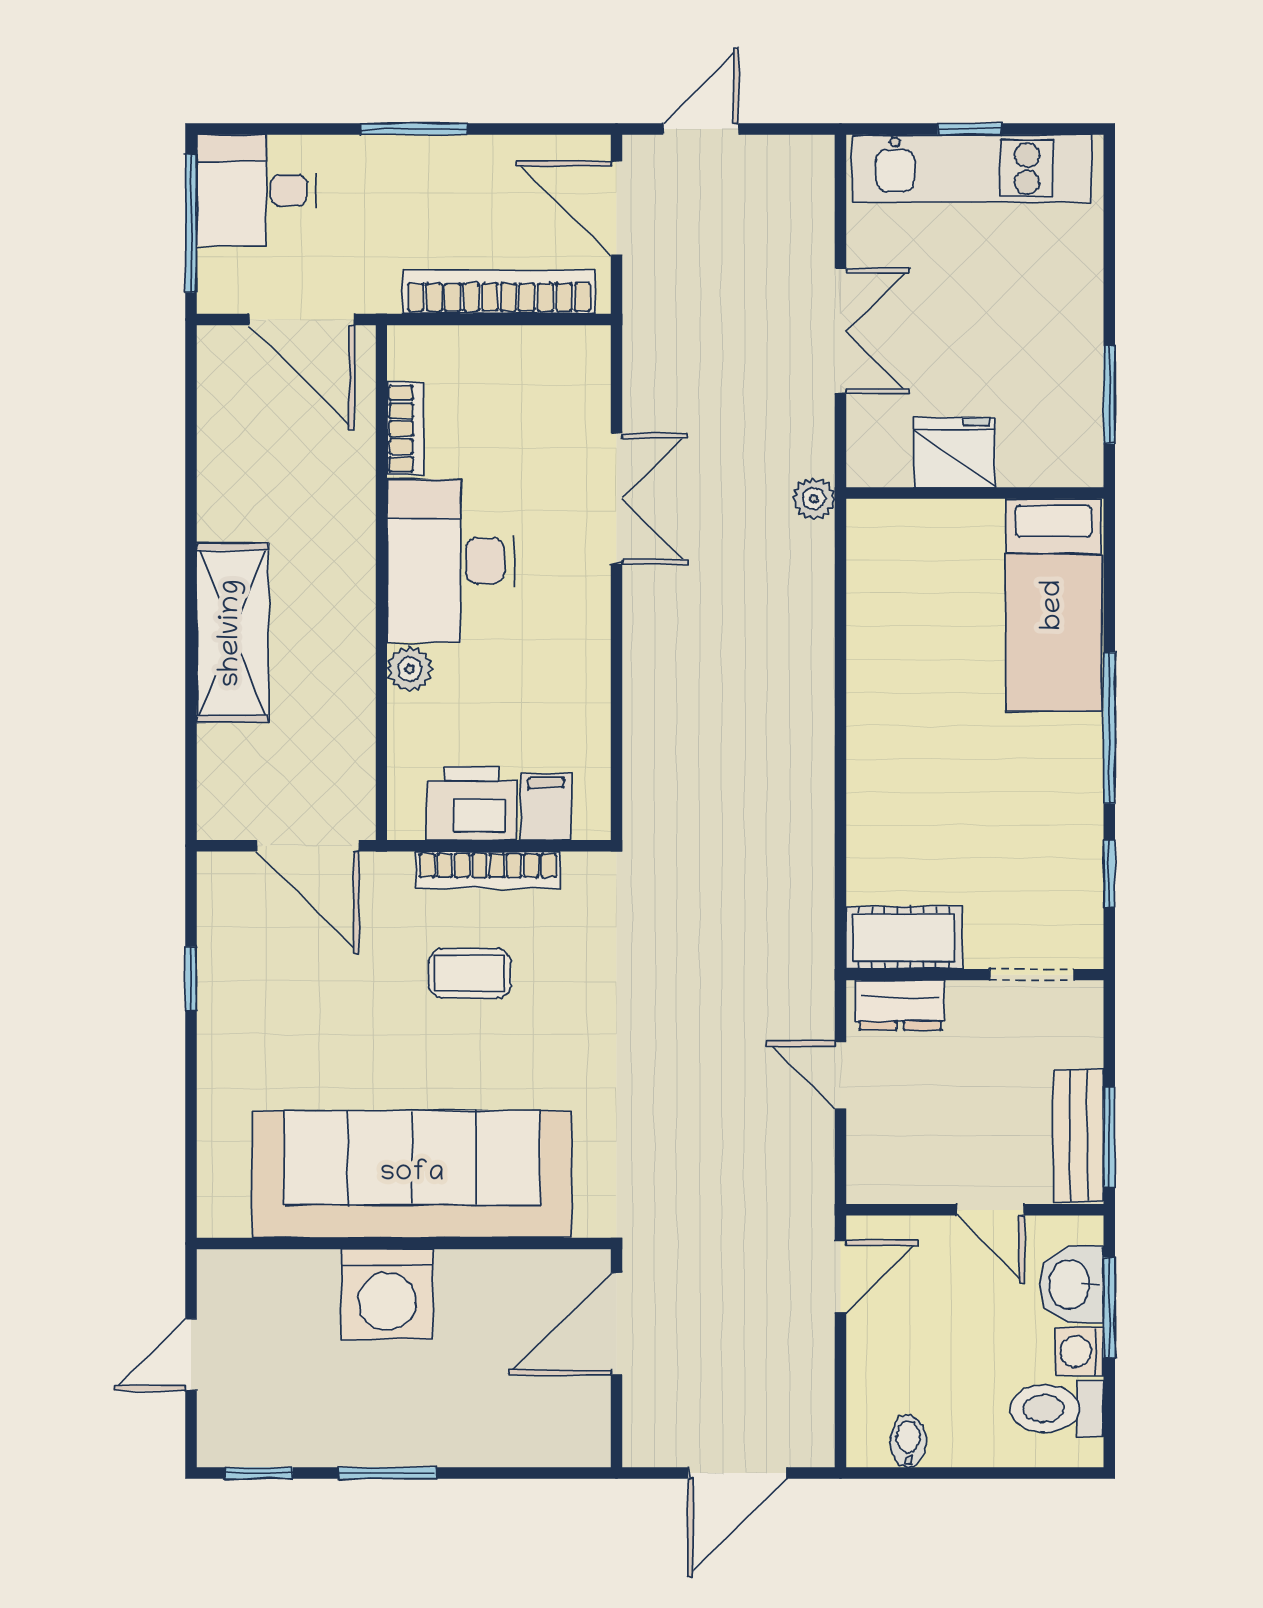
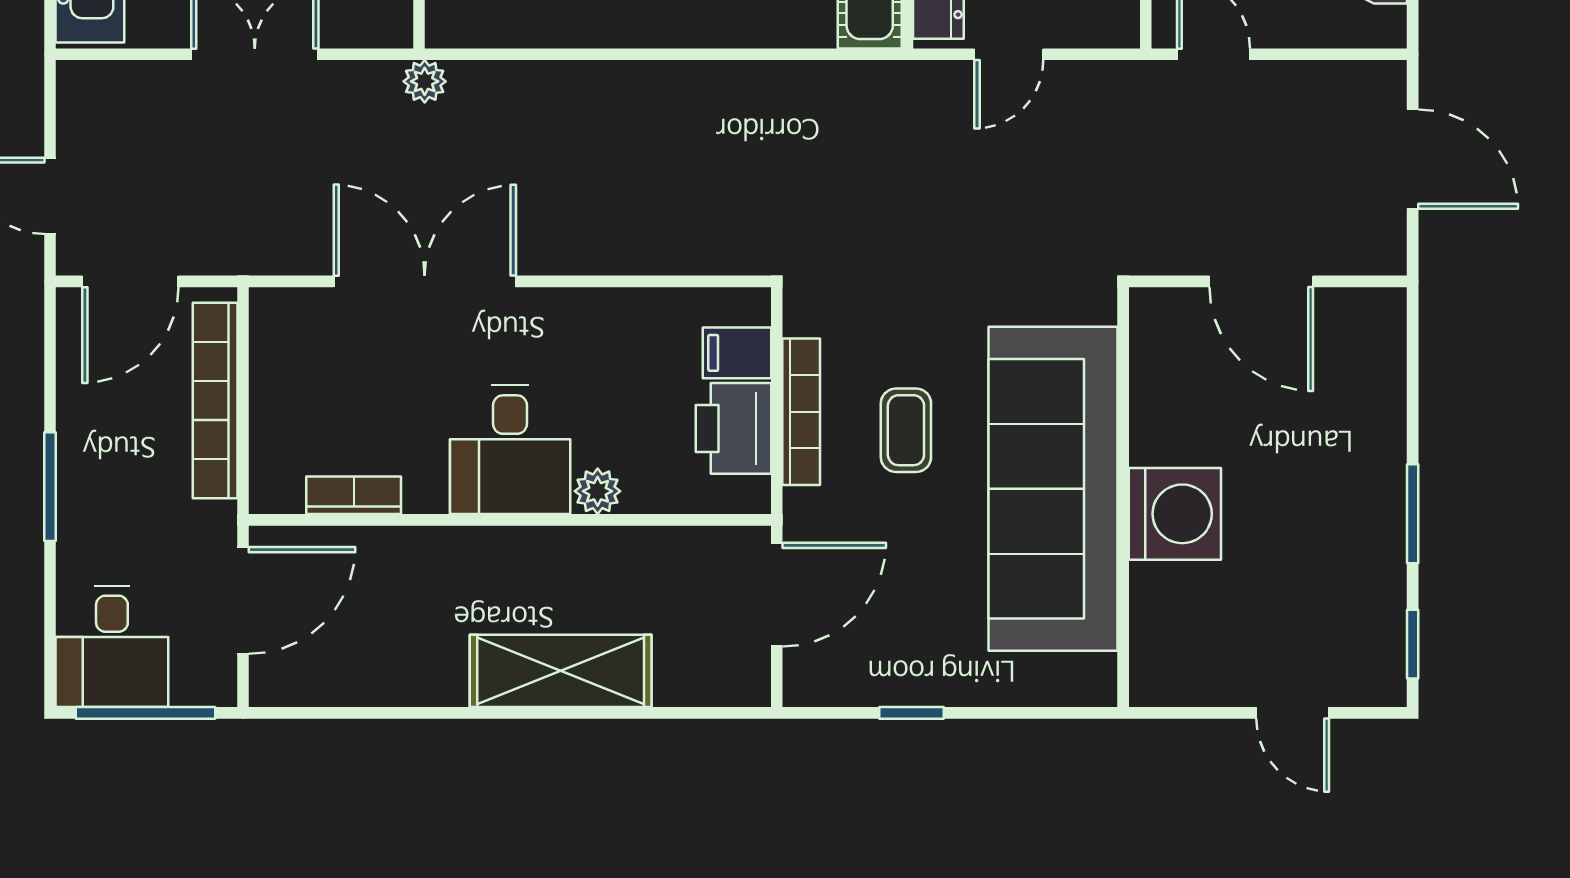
double door: (617, 499) -> (425, 281), width x1.37
desk: (451, 561) -> (510, 449), width x0.73
sofa: (412, 1174) -> (1053, 489), moved
wall: (404, 1243) -> (1123, 497), moved
washing machine: (387, 1294) -> (1175, 514), moved

